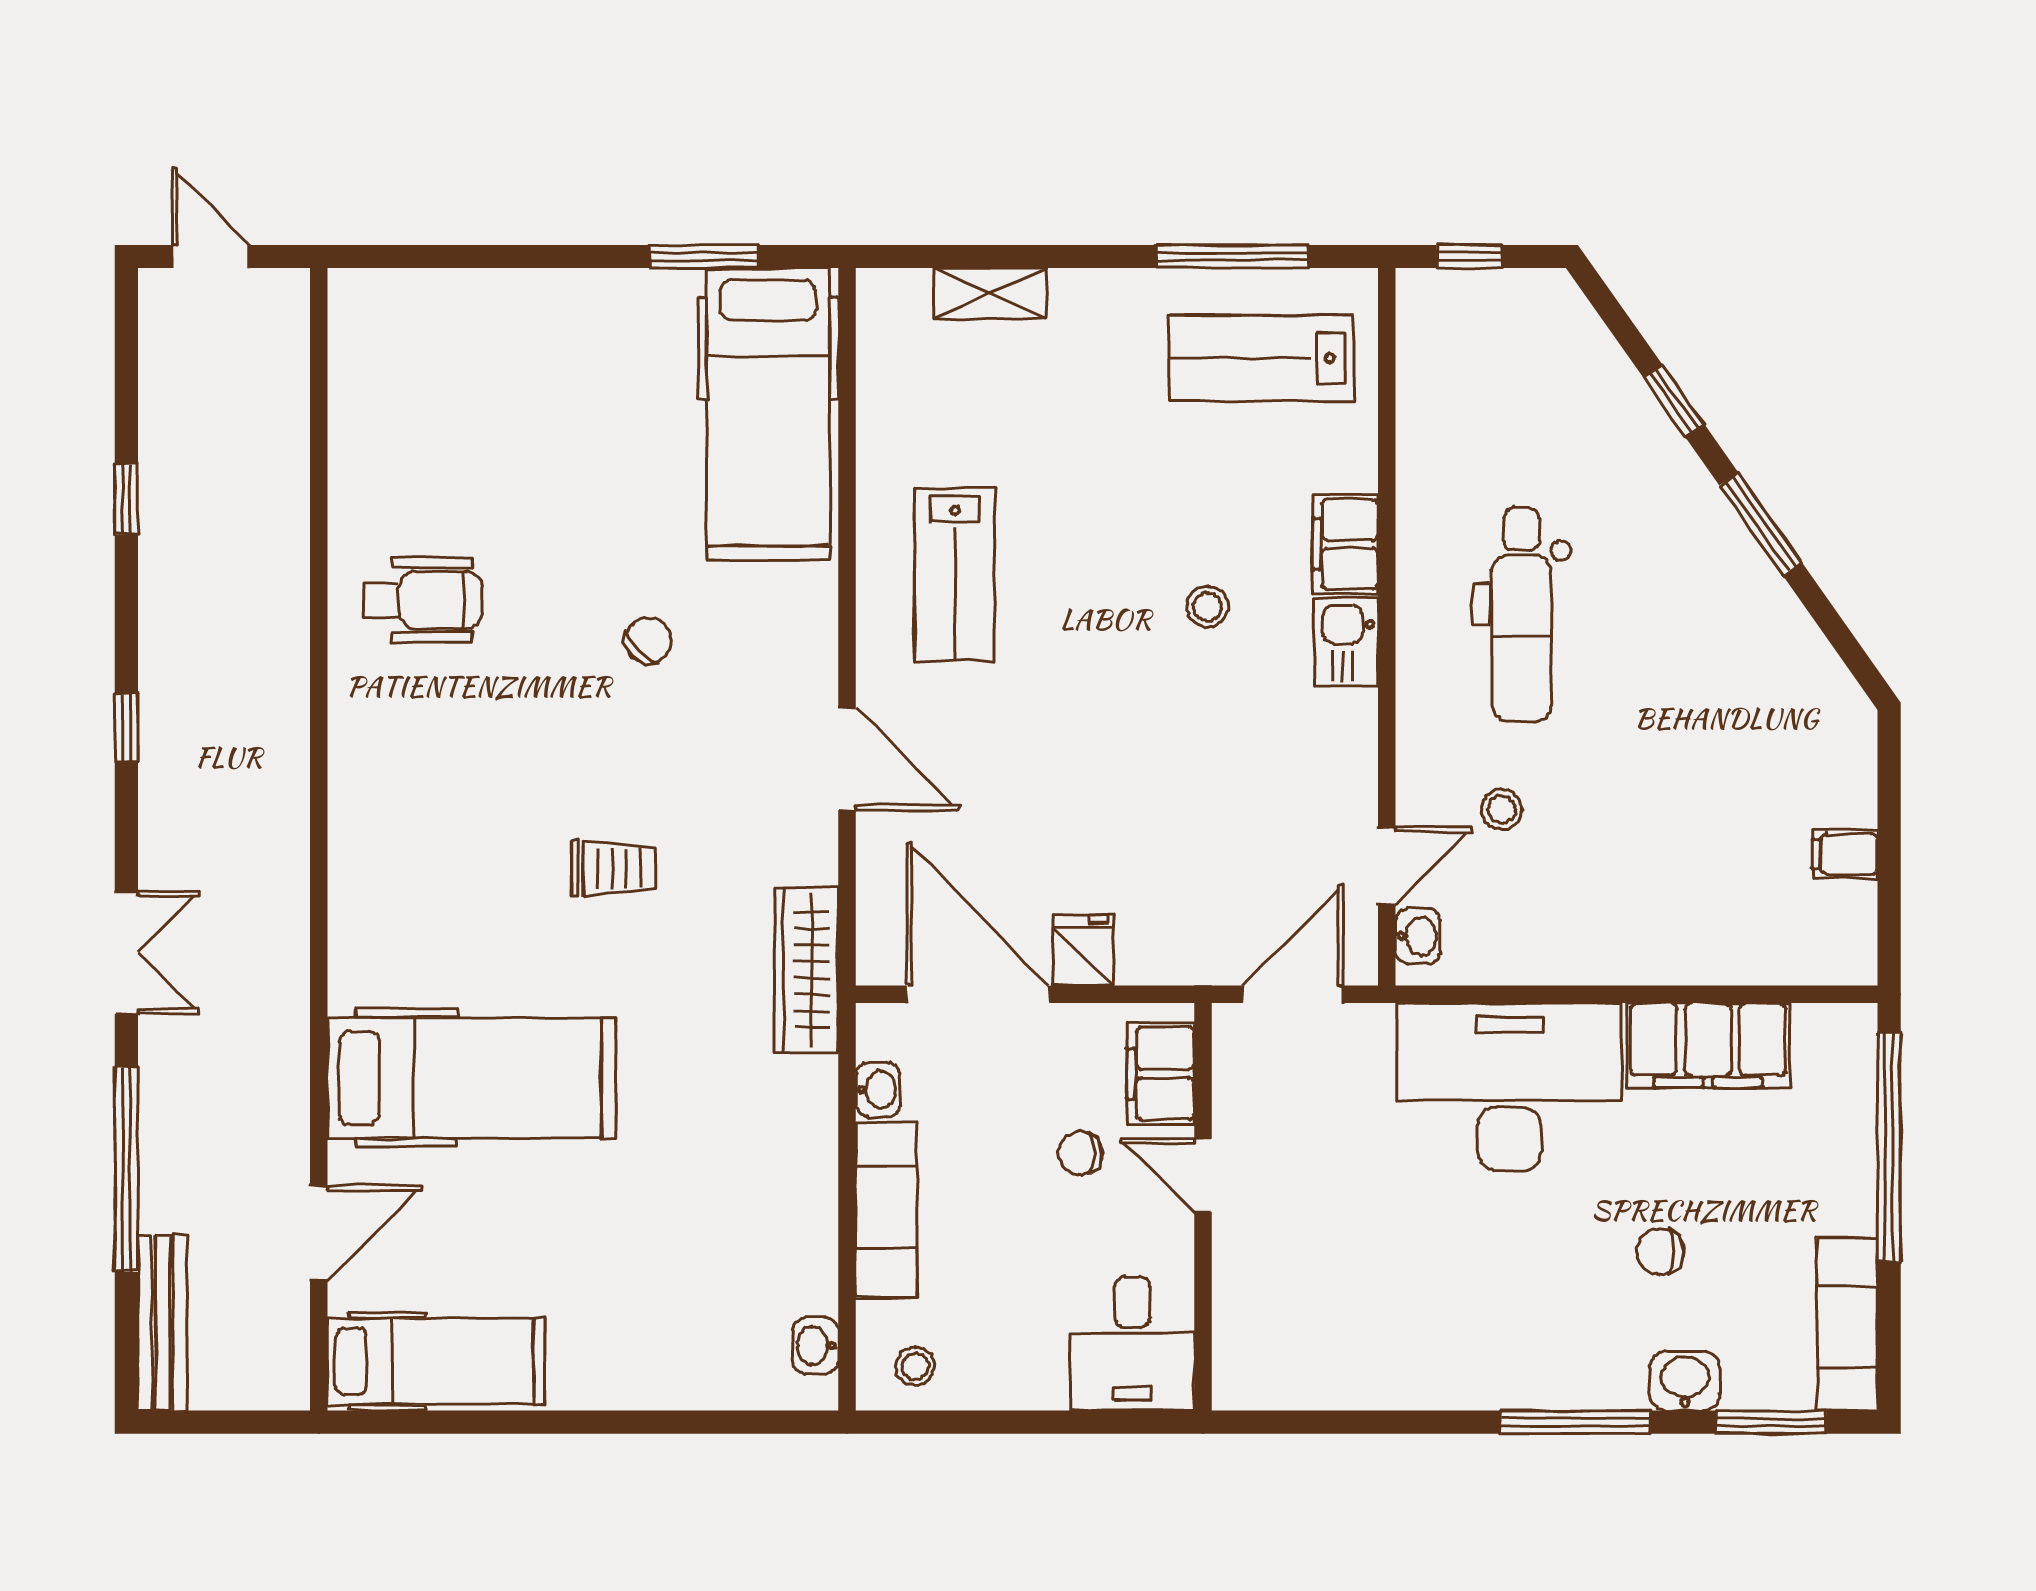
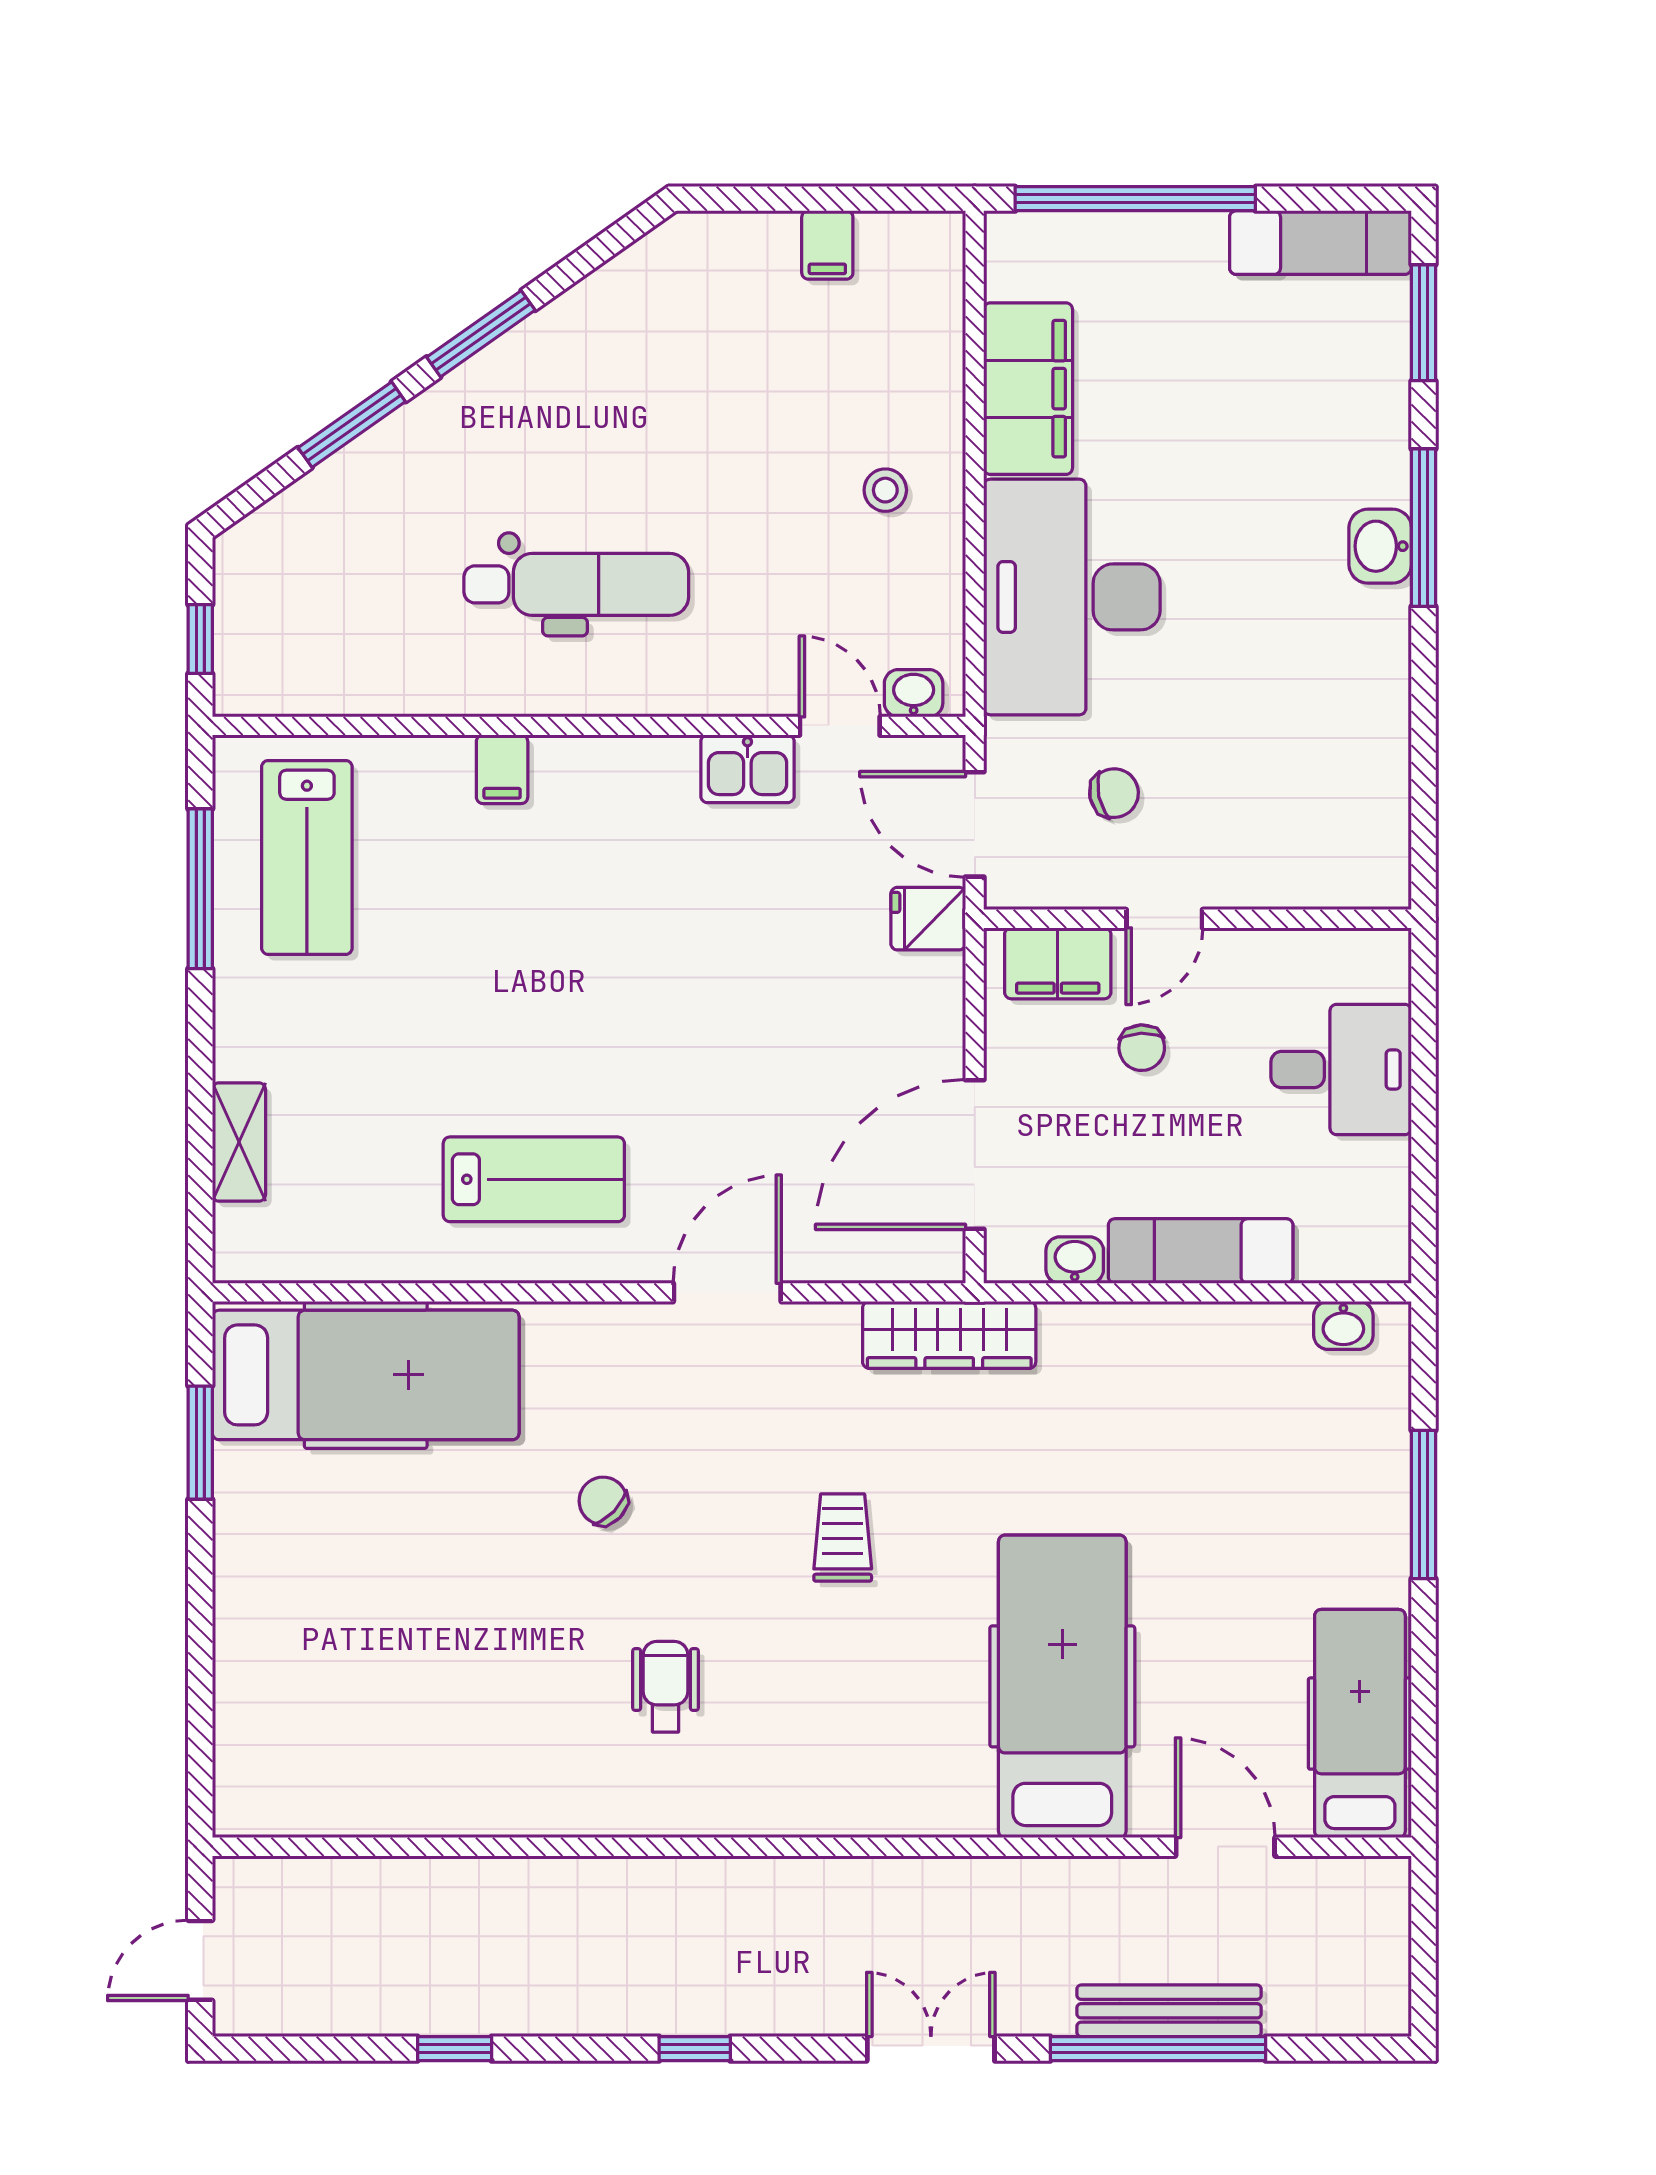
window: (1674, 401) -> (352, 425), width x1.50
filing cabinet: (1345, 544) -> (502, 769), width x0.50
wheelchair: (423, 600) -> (665, 1687), moved, width x0.73, depth x0.73
stool: (1207, 607) -> (568, 914), removed
kitchen sink: (1346, 642) -> (747, 769), moved
stool: (1502, 809) -> (885, 490), moved
fridge: (1083, 950) -> (928, 919), moved
chair: (1660, 1252) -> (1114, 793), moved, turned -102
bench: (162, 1323) -> (1169, 2011), moved
desk: (1132, 1344) -> (1341, 1070), moved
stool: (915, 1366) -> (1365, 1221), removed
washbasin: (1685, 1381) -> (1380, 546), moved
window: (645, 1422) -> (1424, 1505), added

